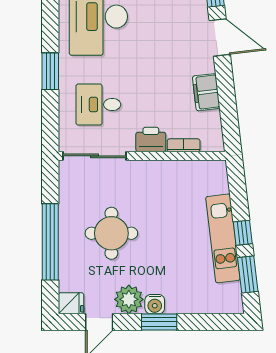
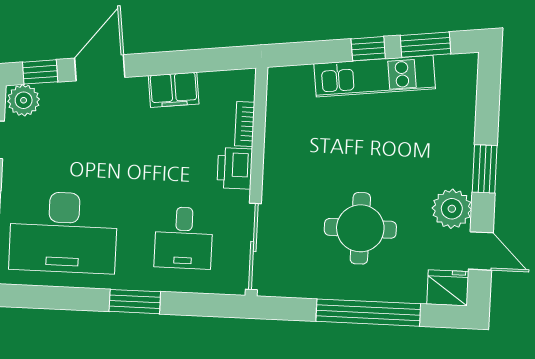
fridge: (71, 303) -> (448, 288), width x1.38
water cooler: (155, 304) -> (460, 174), removed

